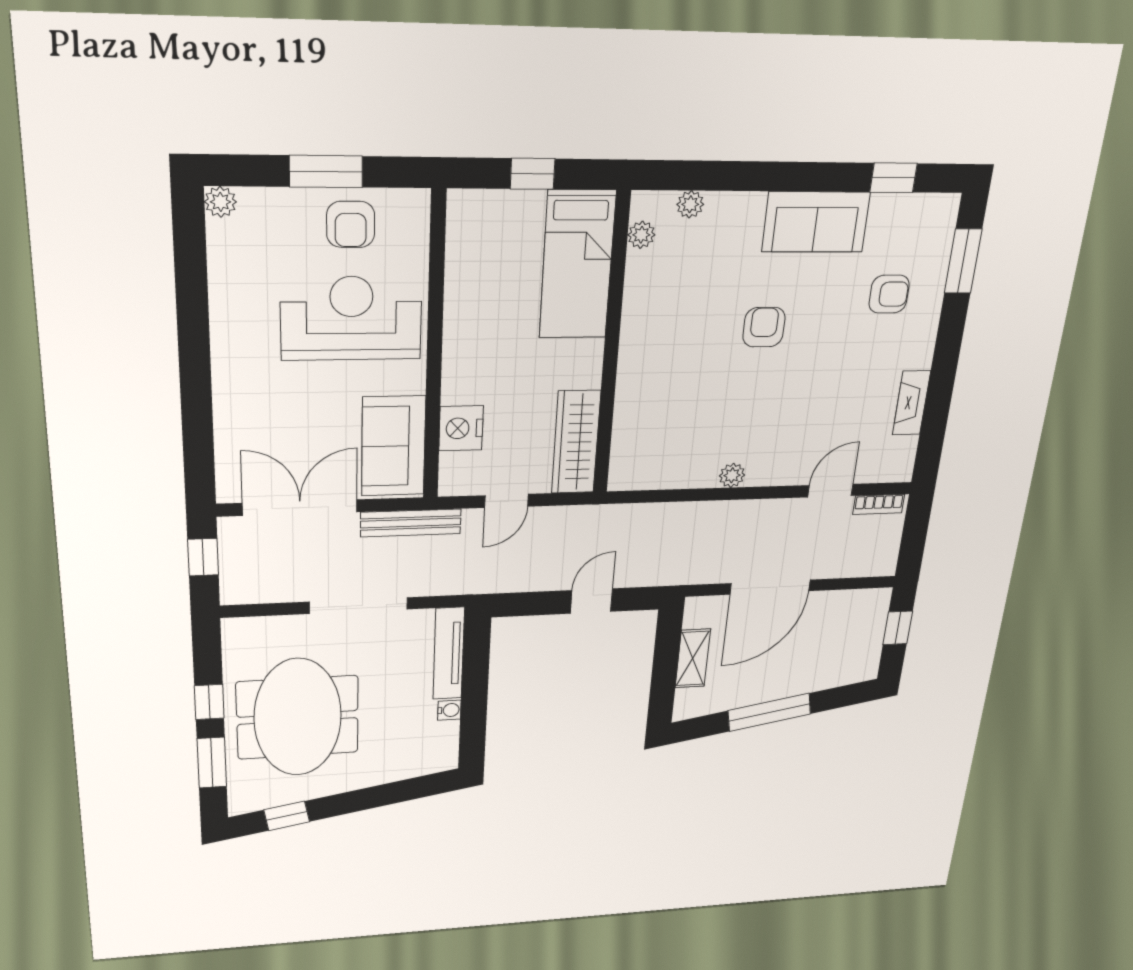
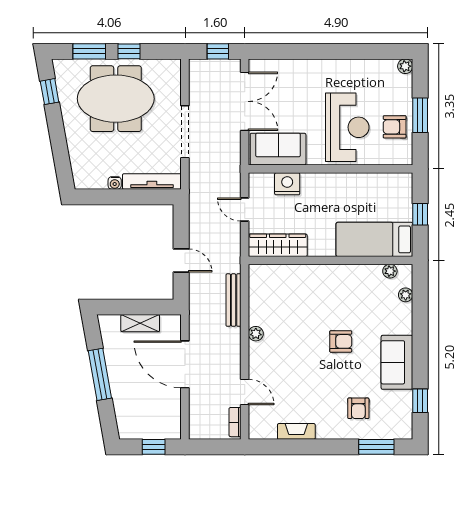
bench: (411, 523) -> (234, 300), moved

